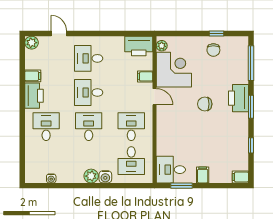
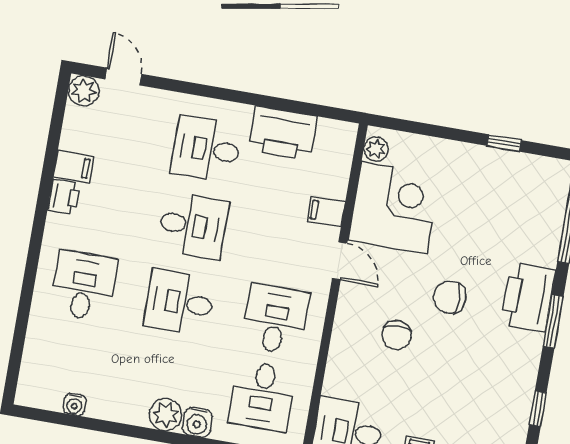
door: (59, 33) -> (123, 77), moved
printer: (139, 46) -> (283, 133), moved
chair: (213, 50) -> (396, 335), moved
desk: (89, 93) -> (193, 226), turned 180
printer: (34, 96) -> (64, 197), width x0.53, depth x0.68
desk: (89, 127) -> (180, 302), turned -90

